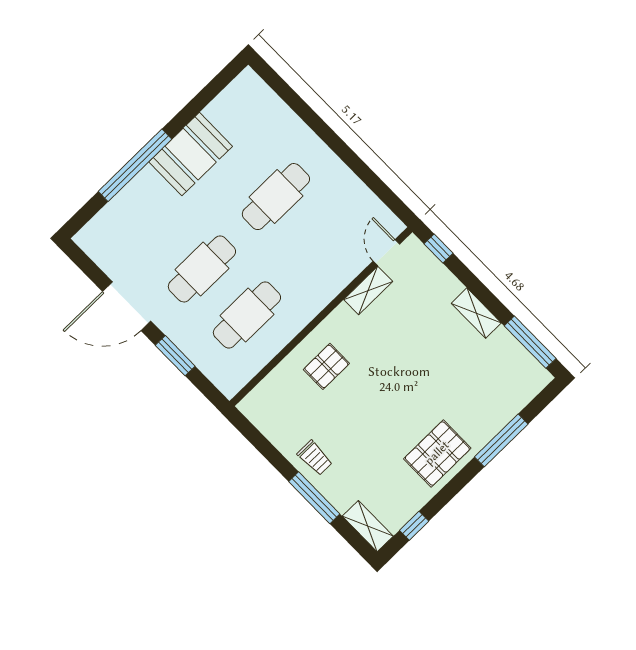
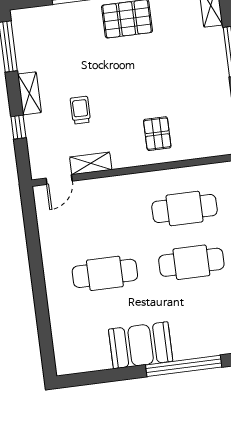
window: (438, 248) -> (18, 127), moved
pallet: (326, 366) -> (157, 134), turned 90
trolley: (315, 458) -> (80, 110), moved

